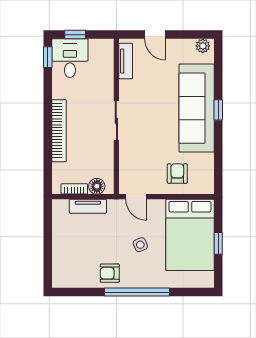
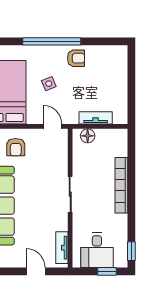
desk: (70, 58) -> (97, 250), moved
bookcase: (74, 189) -> (108, 133), removed

